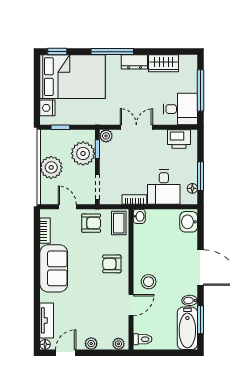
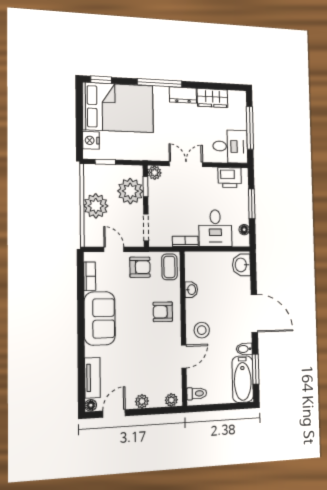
window: (201, 176) -> (252, 204), moved
washbasin: (139, 216) -> (191, 290), moved

